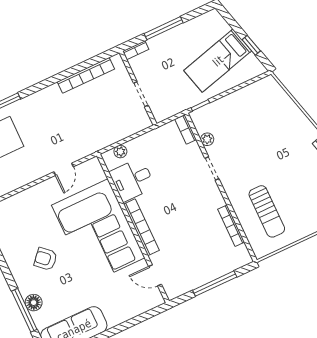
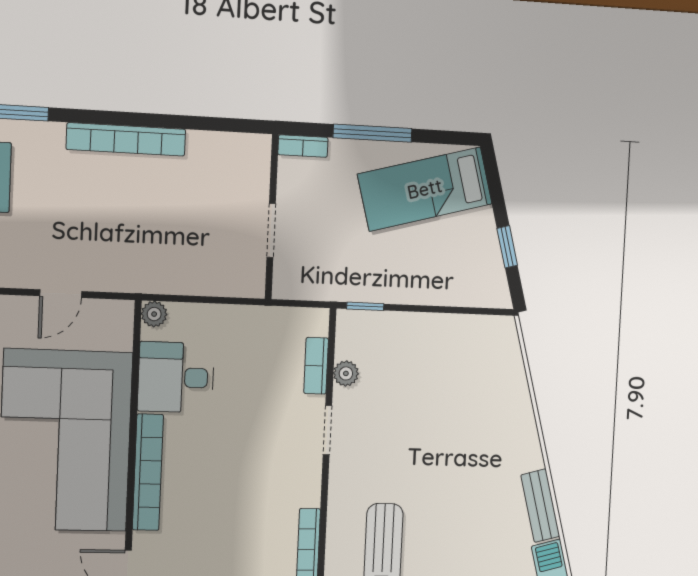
bed: (218, 61) -> (425, 189), moved
bookcase: (86, 75) -> (126, 139), moved
bookcase: (186, 129) -> (316, 366), moved
plant: (120, 152) -> (154, 314), moved

